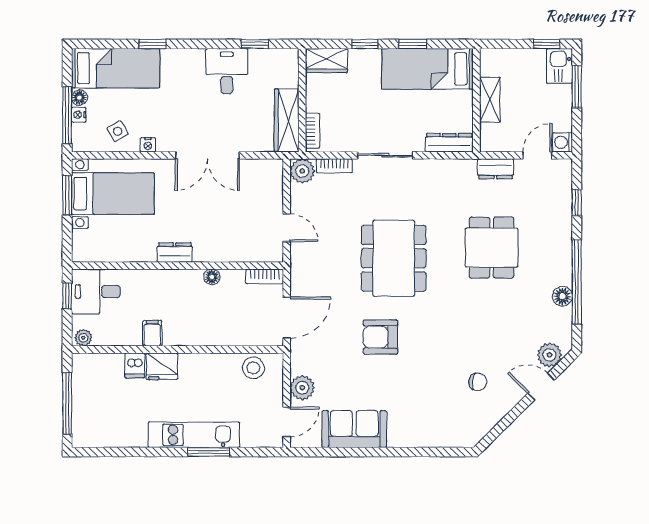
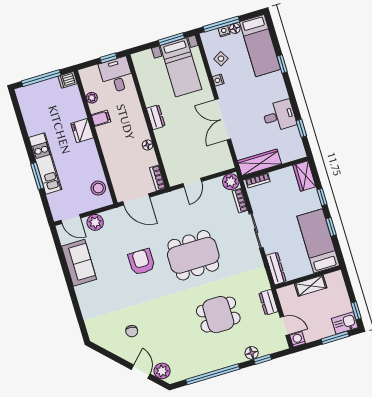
floor lamp: (562, 296) -> (252, 353), moved
plant: (83, 338) -> (92, 98), moved
dishwasher: (135, 365) -> (68, 80), moved

